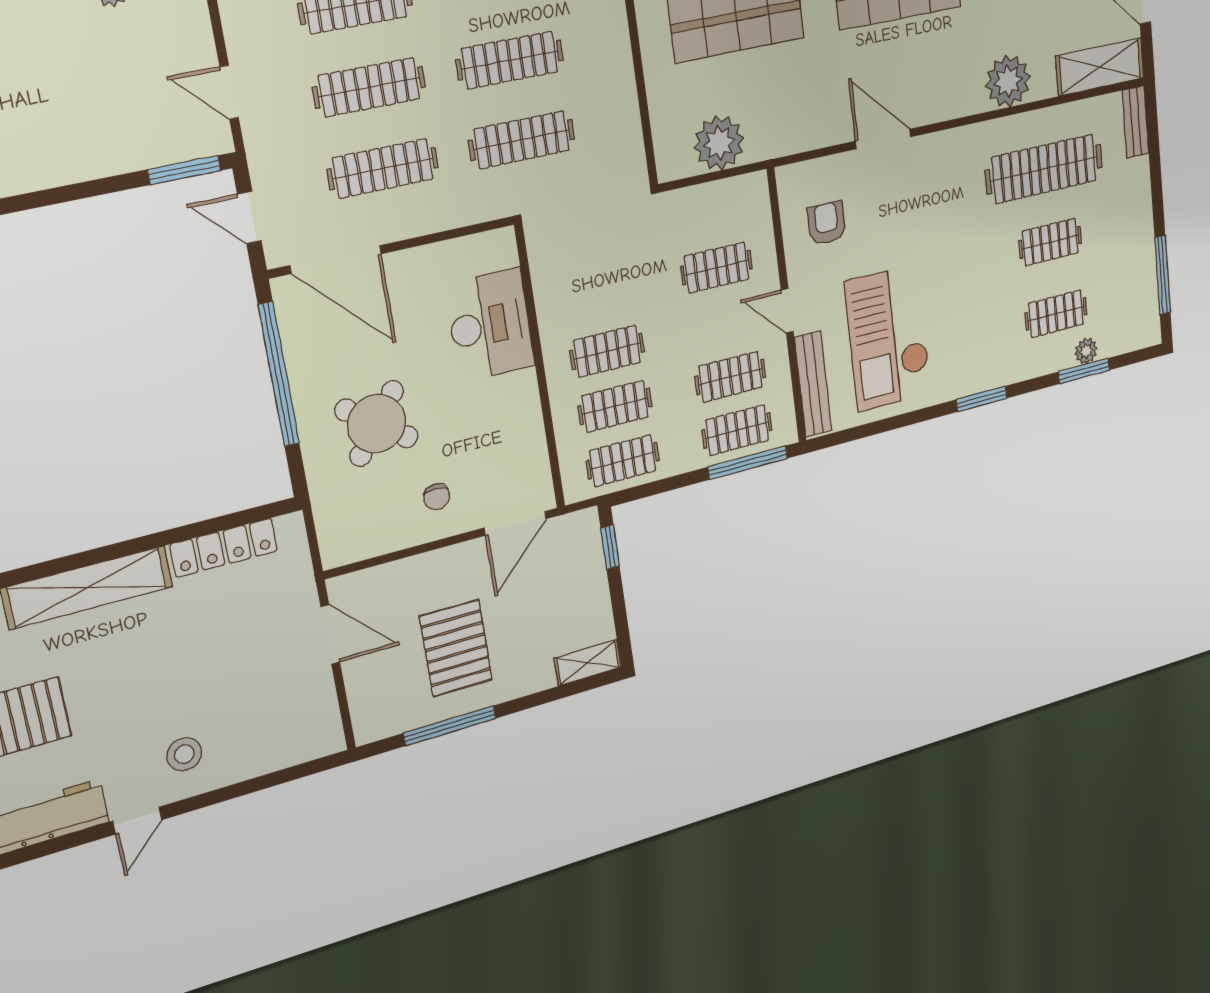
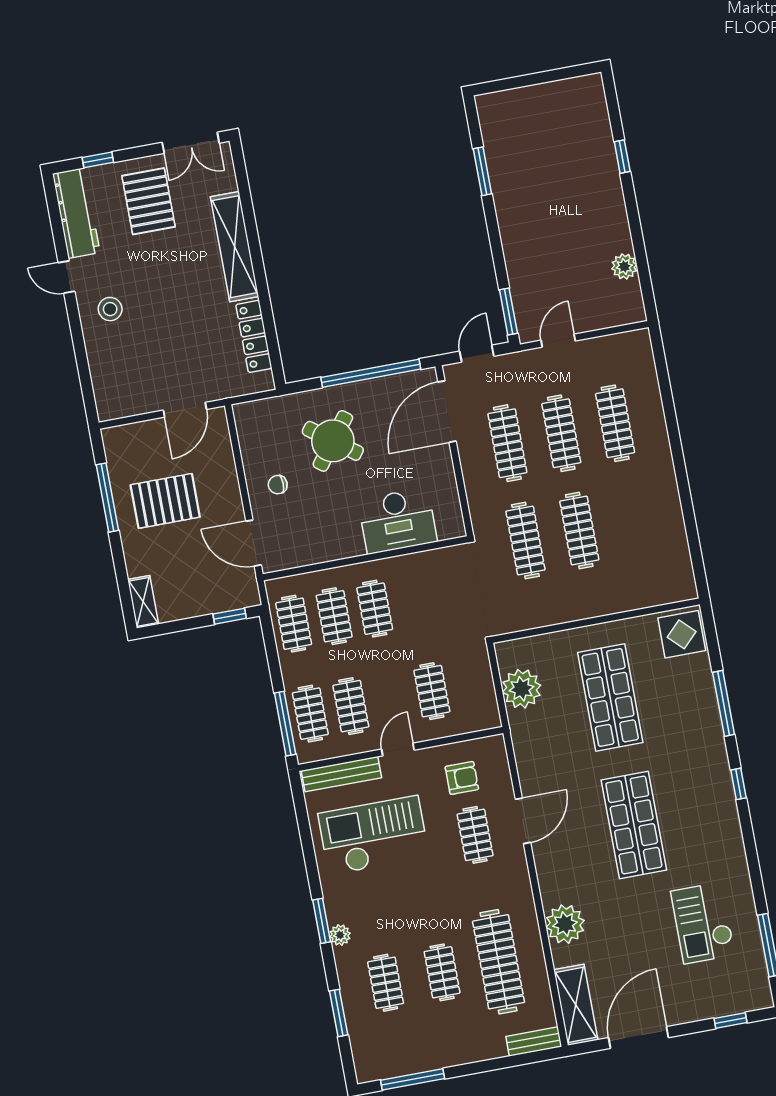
clothes rail: (896, 203) -> (475, 835), added
plant: (1086, 351) -> (340, 935), moved

